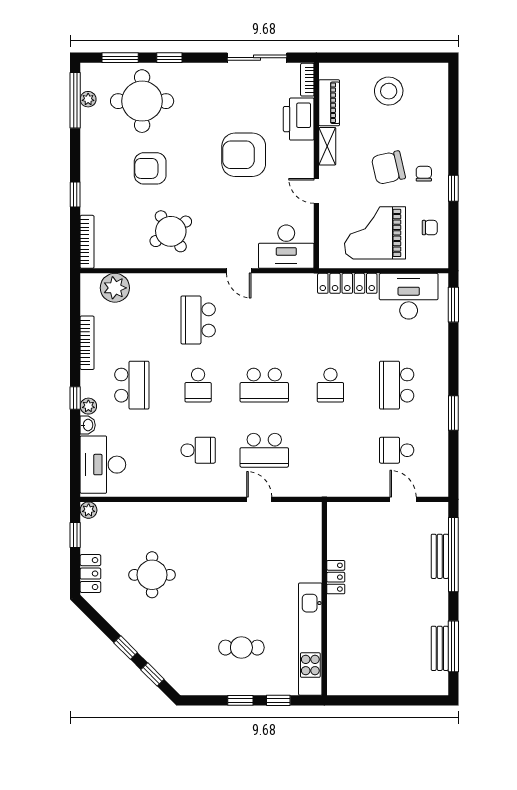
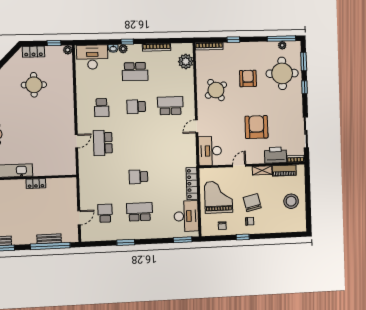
school desk: (264, 385) -> (137, 142), removed

